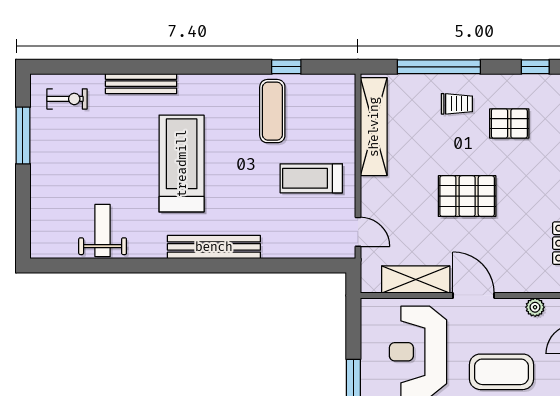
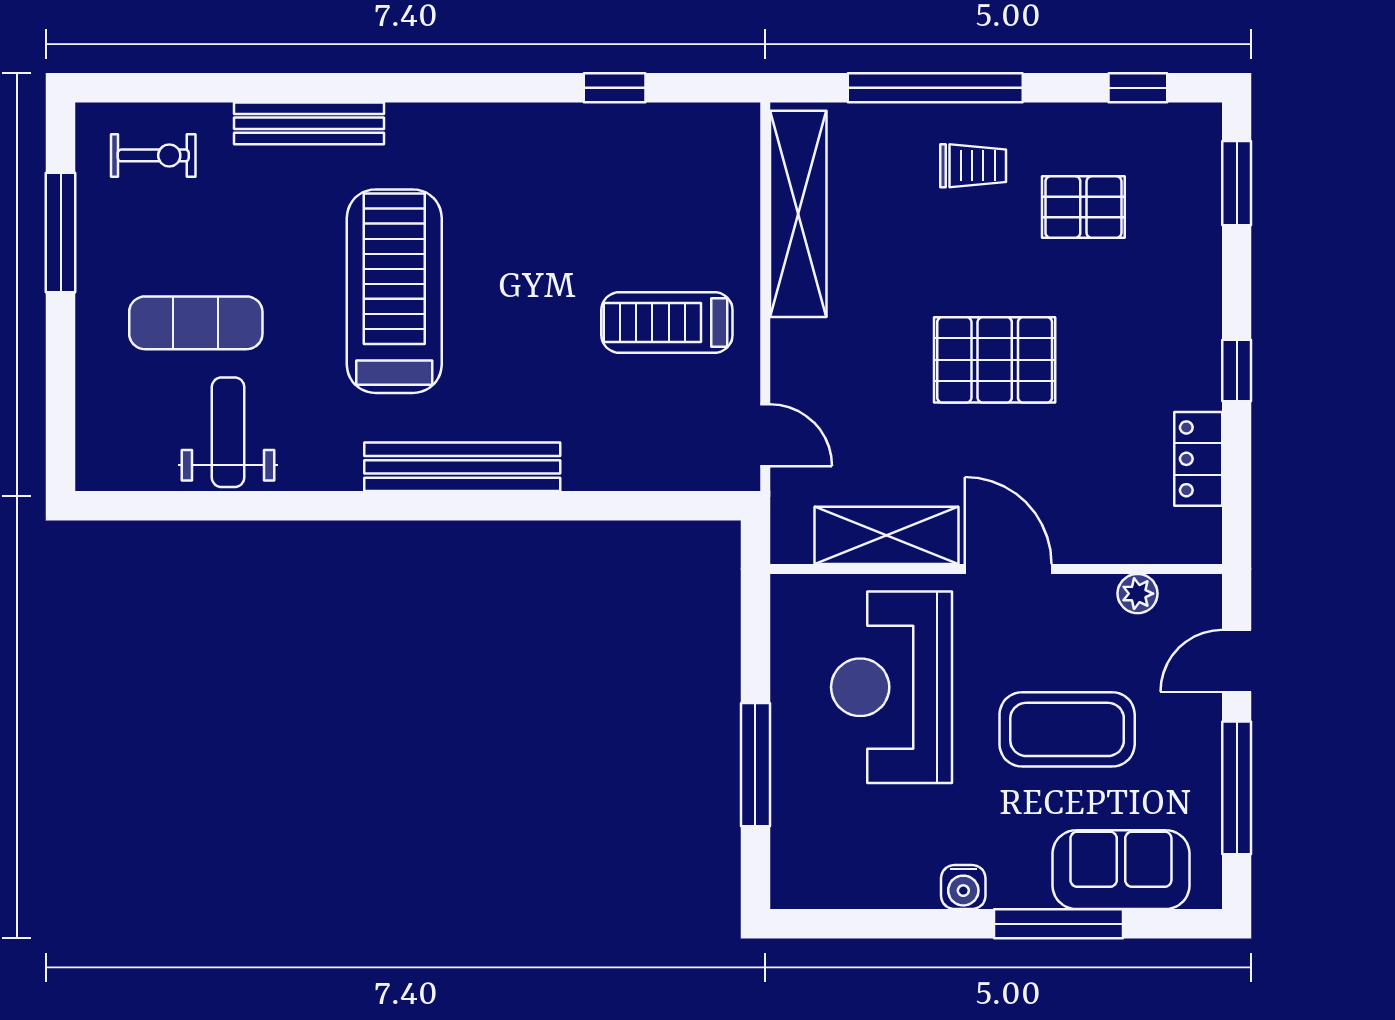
exercise mat: (272, 111) -> (196, 323), moved, turned 90

